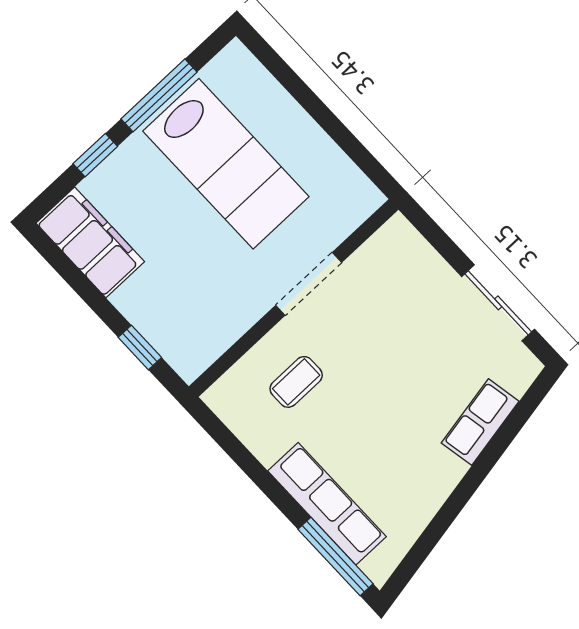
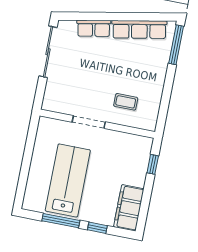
sliding door: (498, 303) -> (48, 52), width x1.37
row of seats: (327, 504) -> (139, 29), moved, turned -101

